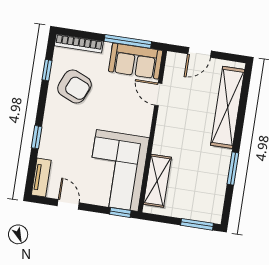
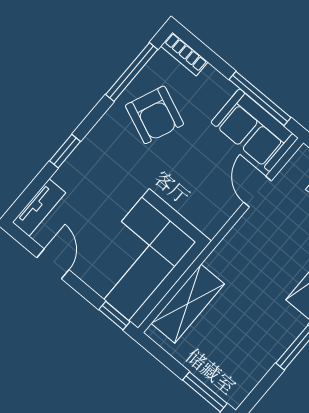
bookcase: (79, 44) -> (184, 54), width x0.64
window: (47, 70) -> (132, 72), width x2.17

